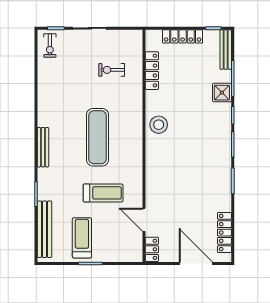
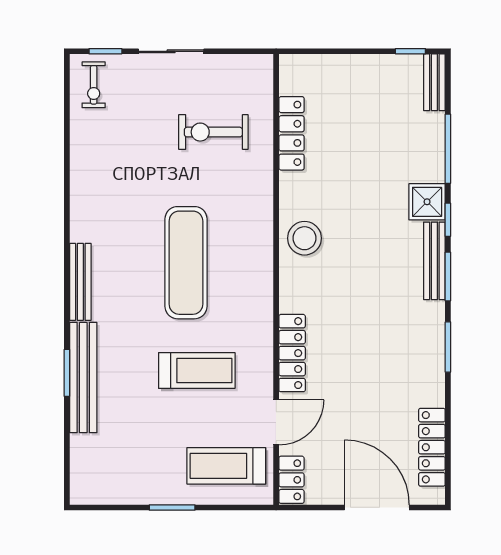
locker: (183, 36) -> (292, 353), moved, turned -90
bench: (226, 50) -> (434, 82), width x0.73
exercise bike: (112, 70) -> (213, 132), width x1.38, depth x1.39
shower: (222, 93) -> (427, 202), moved
bench: (226, 136) -> (434, 261), added
door: (144, 220) -> (276, 422), swing flipped
bench: (44, 229) -> (83, 378), moved
treadmill: (82, 238) -> (226, 466), moved, turned -90

